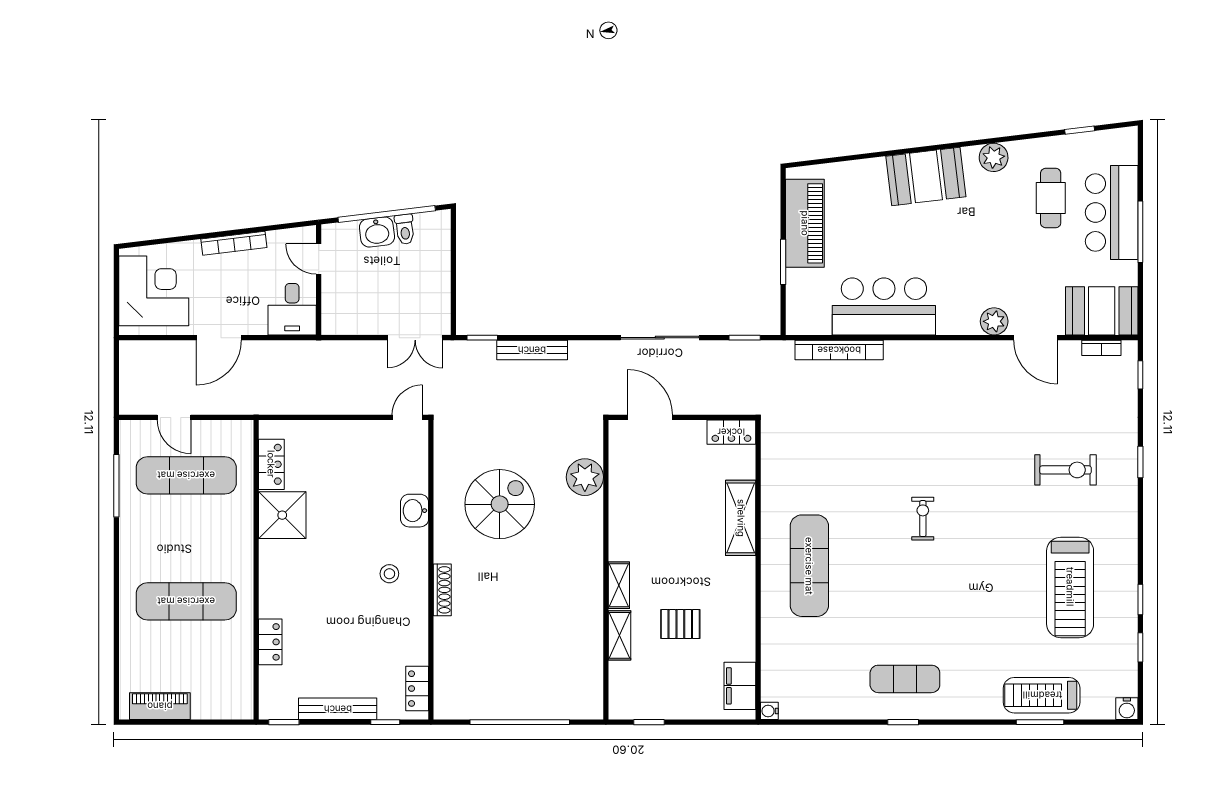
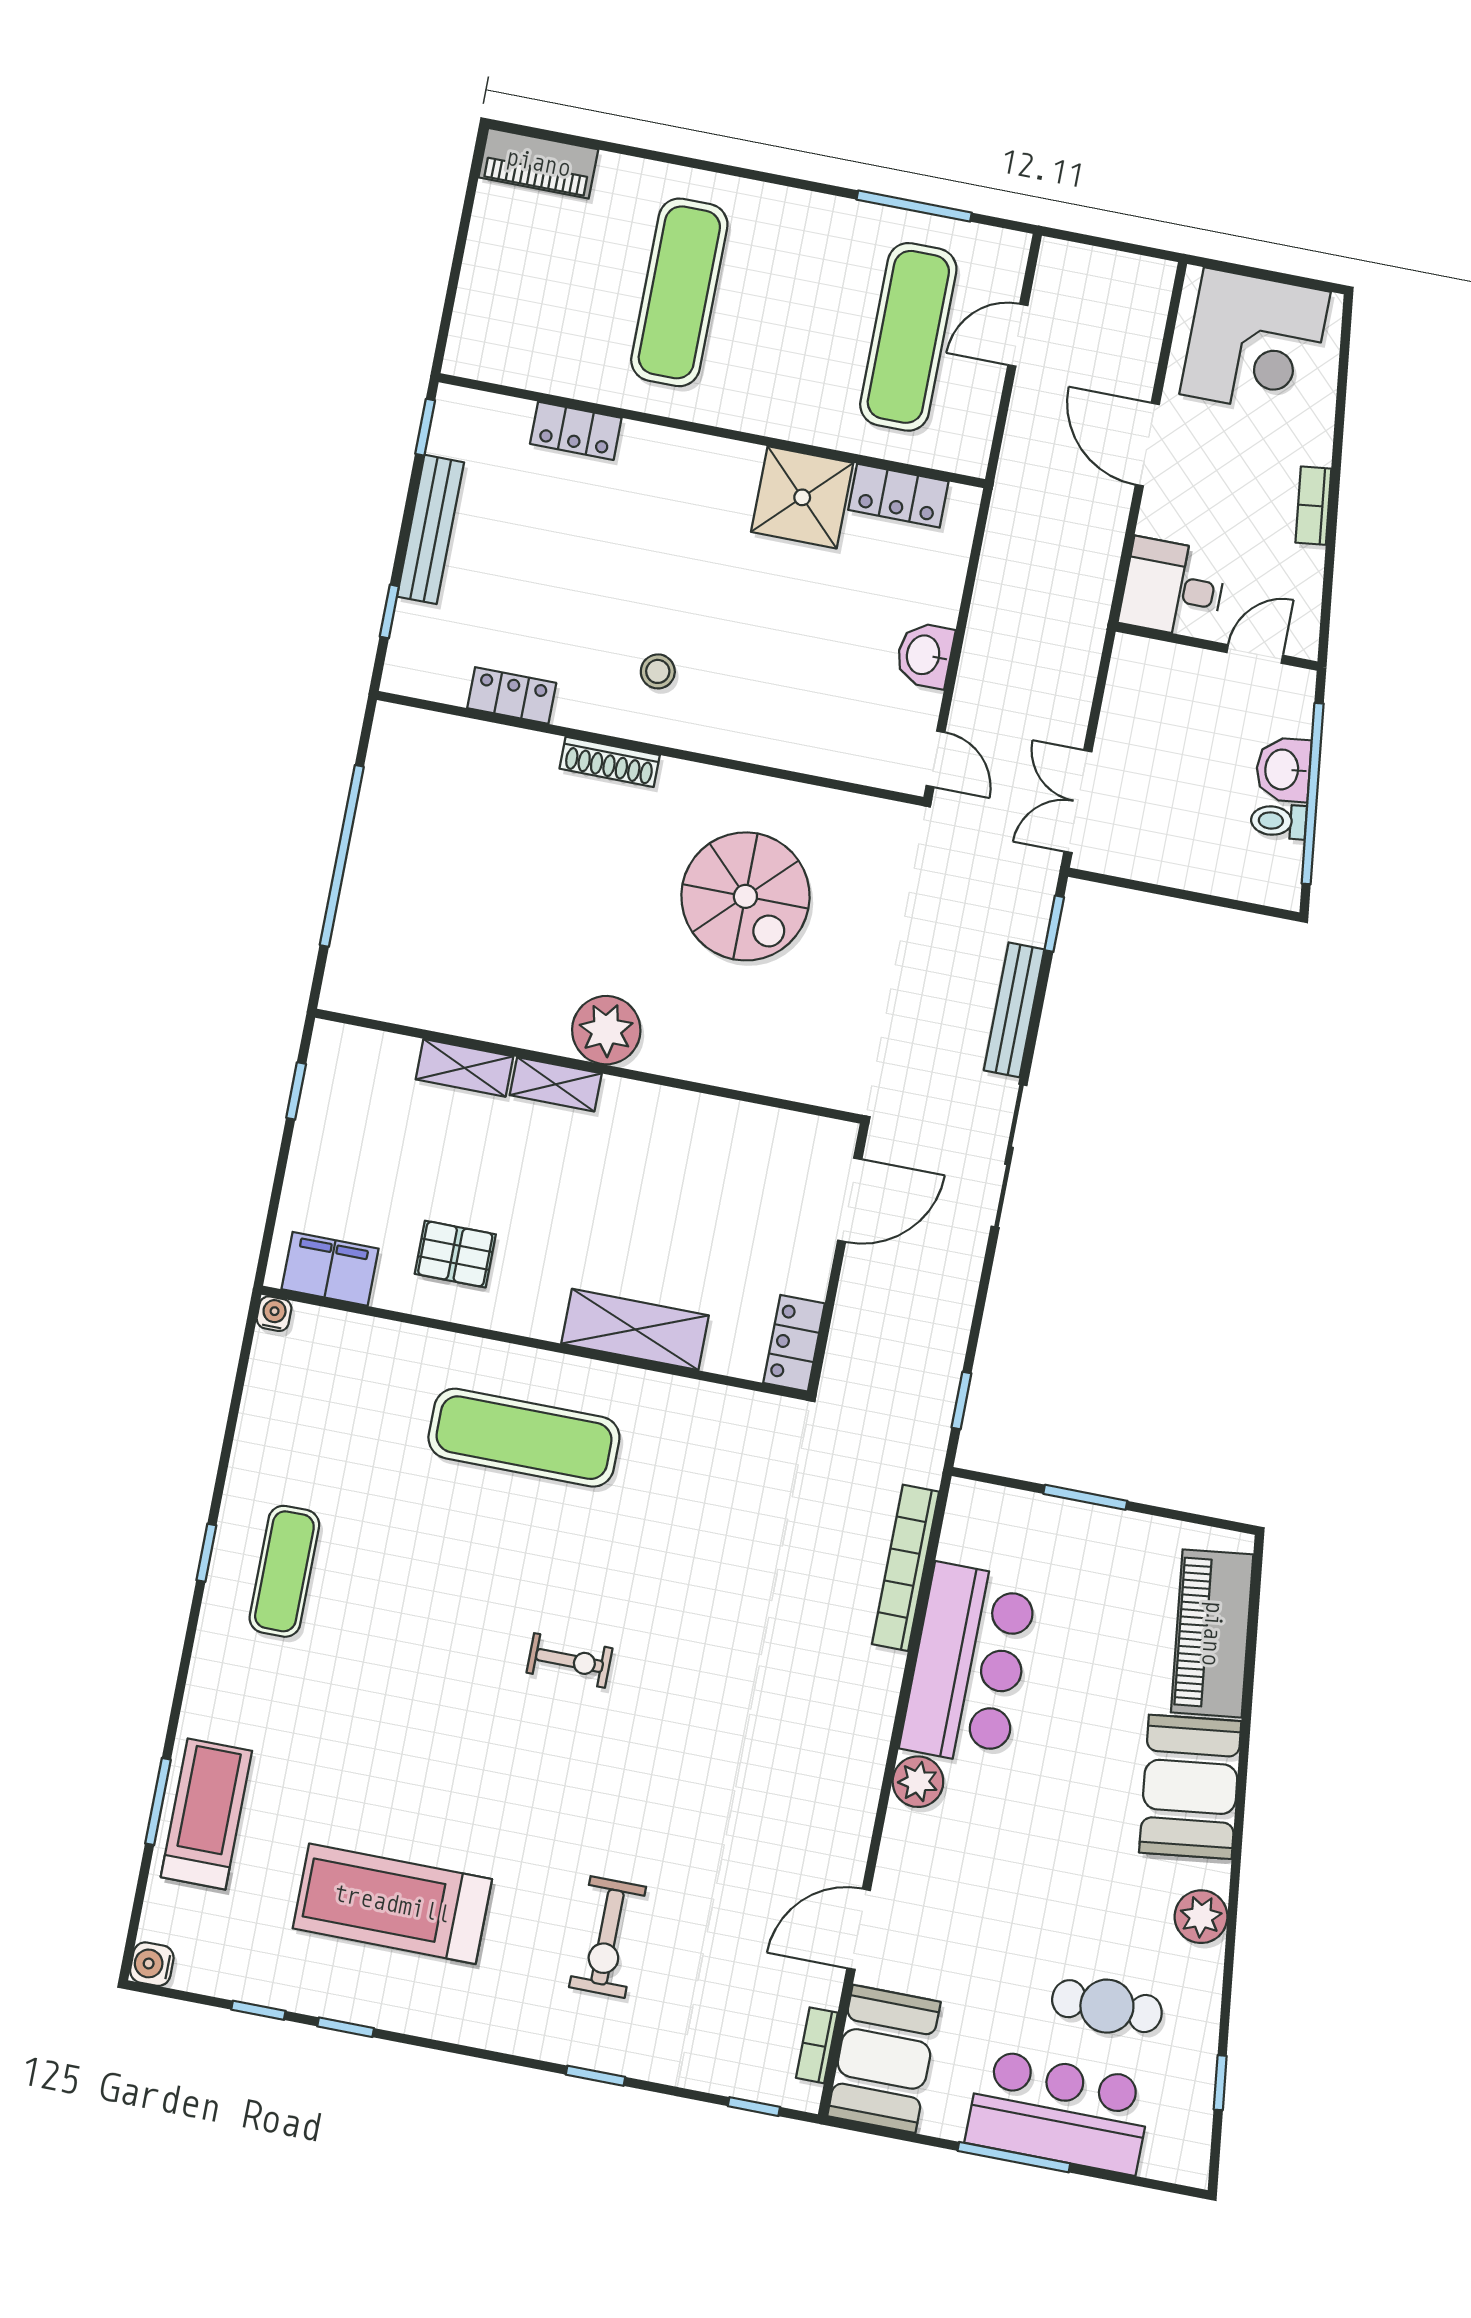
piano: (805, 223) -> (1212, 1633), moved, turned 83
bookcase: (234, 243) -> (1313, 506), width x0.64
plant: (994, 321) -> (918, 1782), moved
sliding door: (660, 338) -> (1009, 1156), moved
plant: (585, 477) -> (606, 1030), moved
washbasin: (415, 511) -> (925, 655), moved, turned -90
pallet: (680, 624) -> (455, 1254), moved, turned 90
locker: (417, 689) -> (512, 695), moved
piano: (160, 706) -> (538, 163), moved, turned 90

